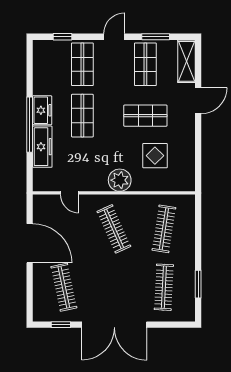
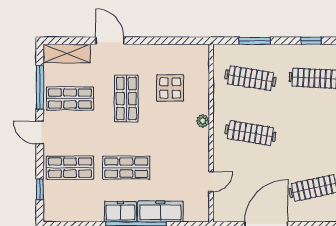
window: (156, 37) -> (40, 87), width x1.44
plant: (120, 180) -> (203, 121), width x0.53, depth x0.53
clothes rail: (114, 229) -> (250, 133), turned 33
window: (198, 233) -> (254, 41), added
window: (198, 284) -> (311, 41), width x0.67

